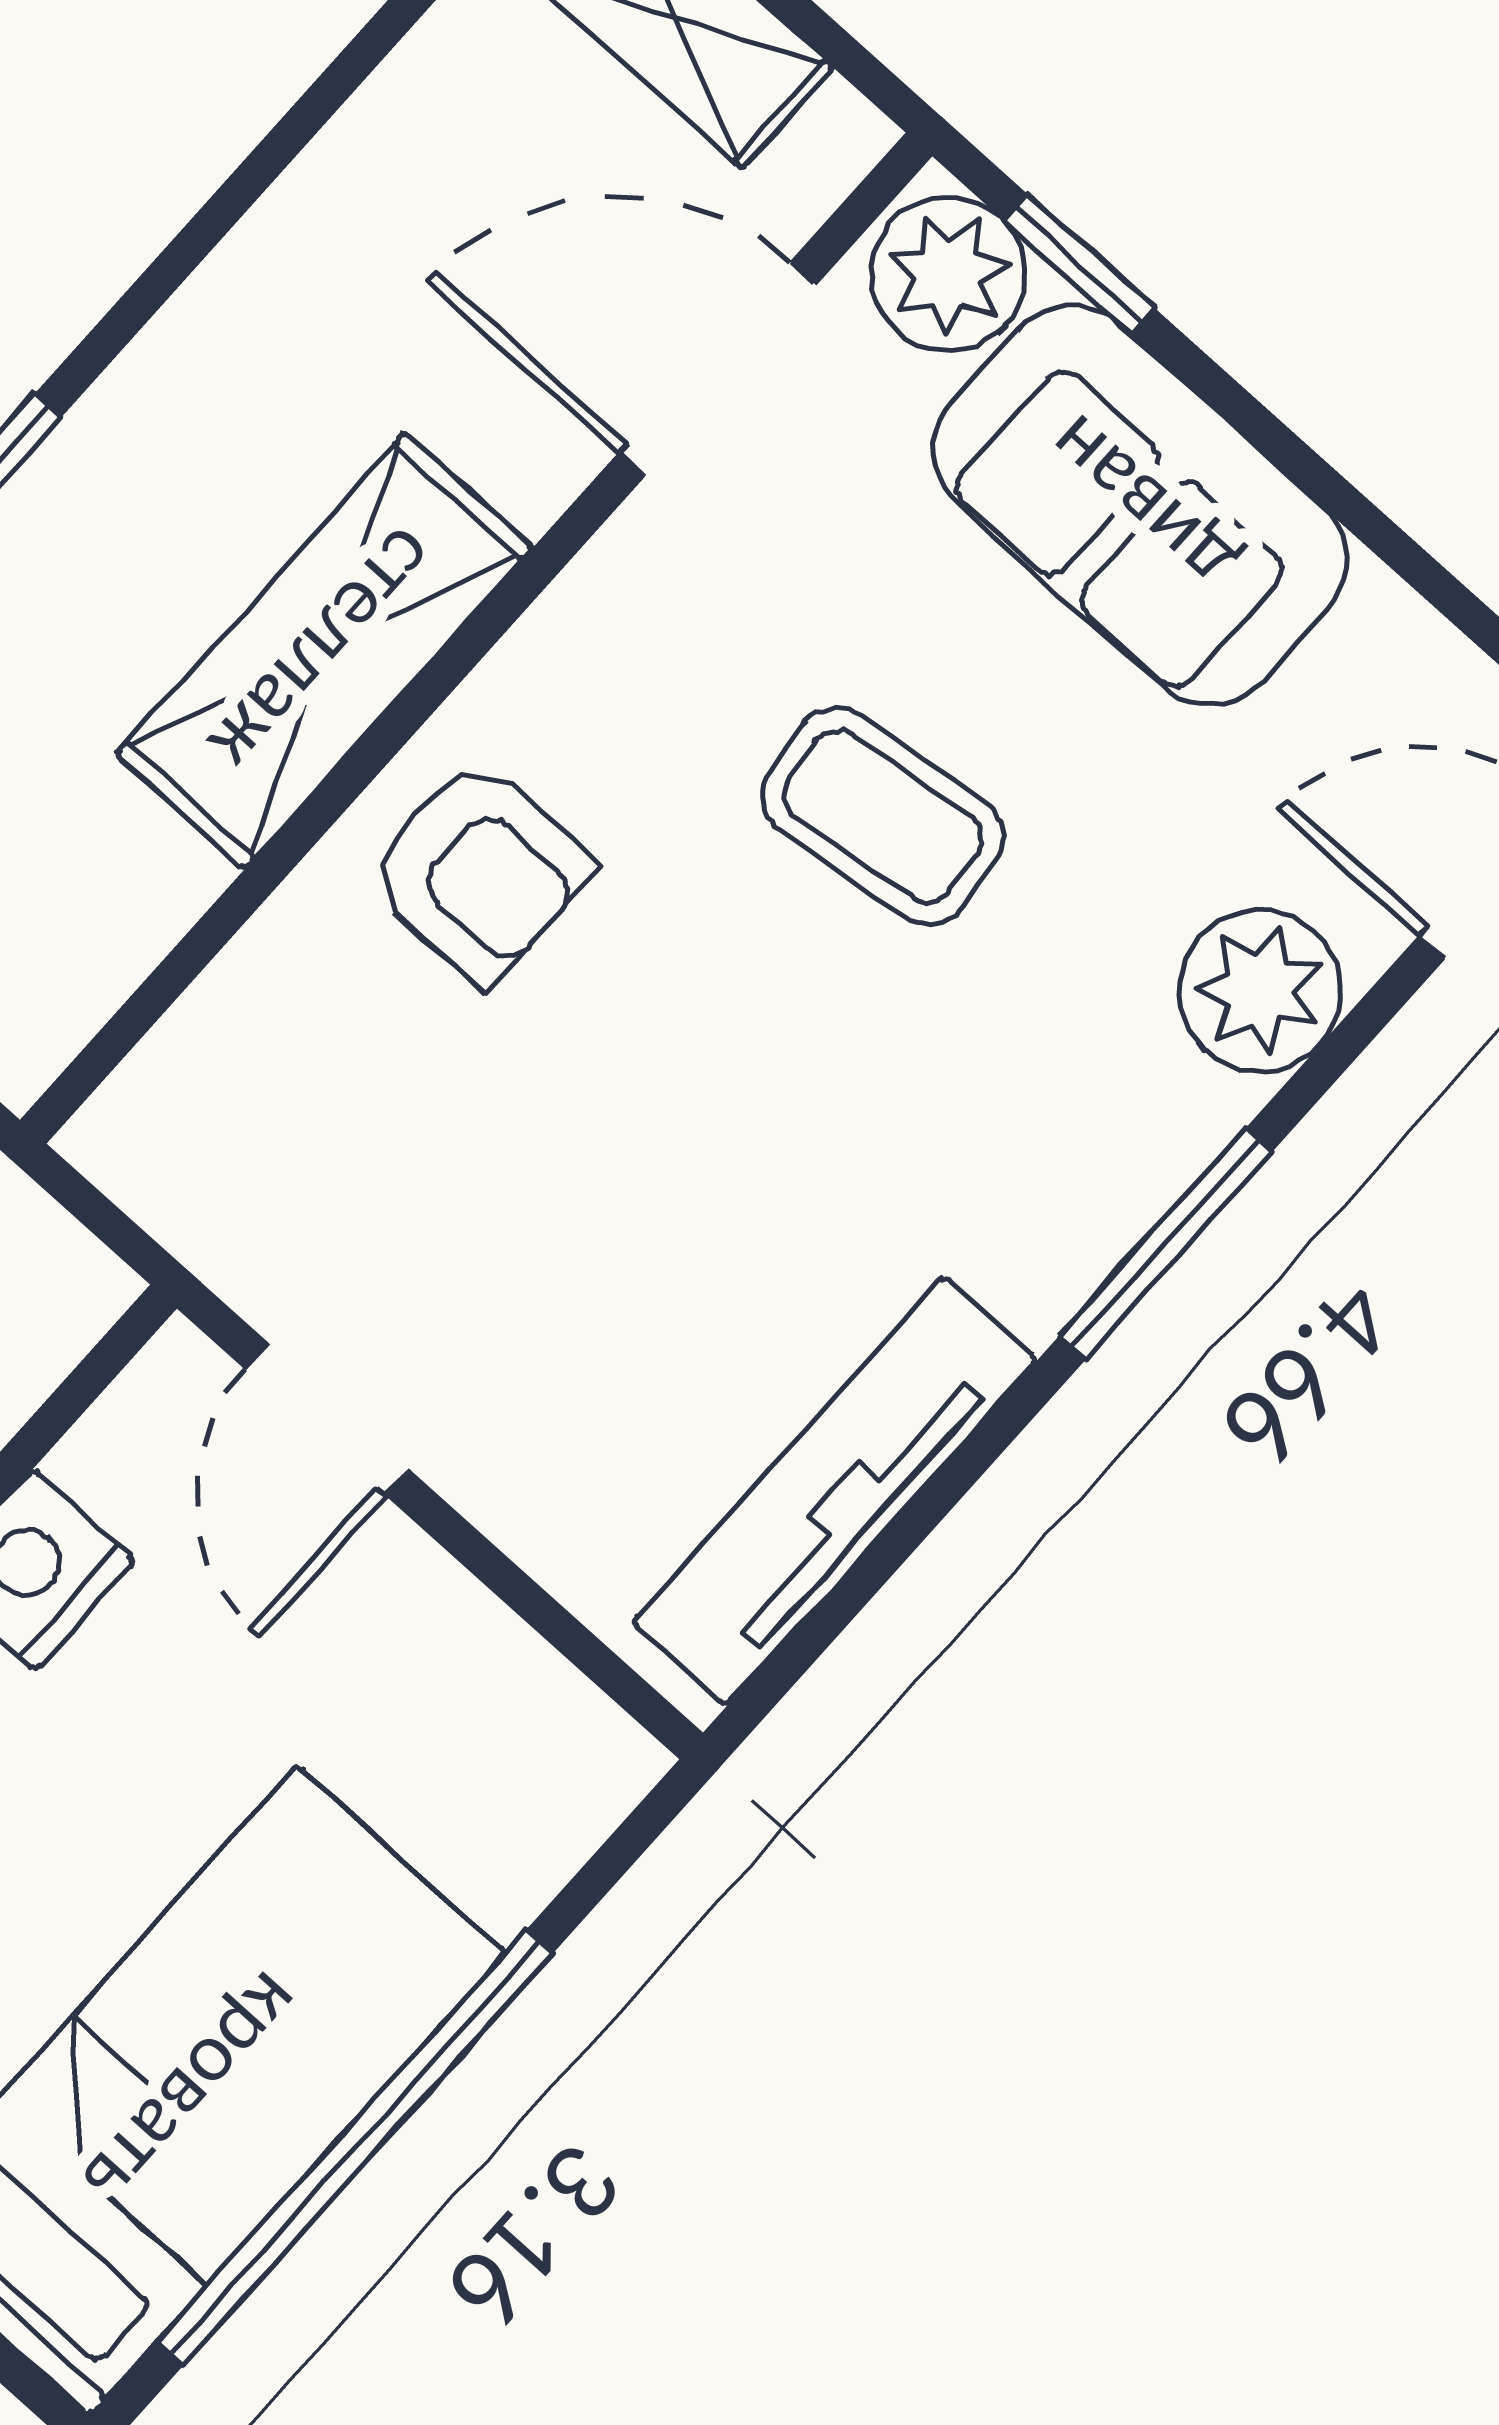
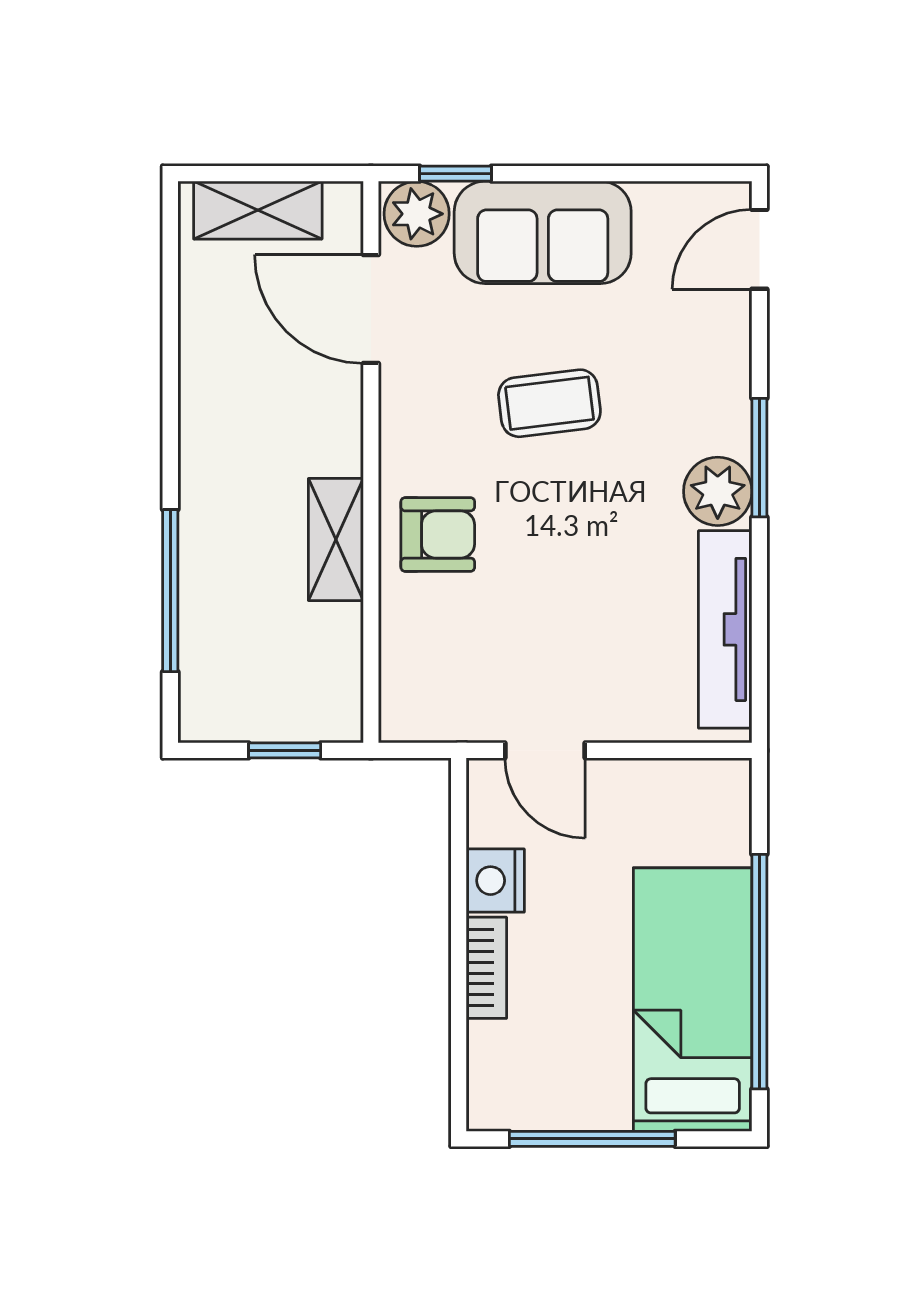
door: (717, 369) -> (371, 309), hinge flipped
shelving: (324, 651) -> (336, 540), width x0.67, depth x0.75
plant: (1260, 991) -> (718, 491), moved

